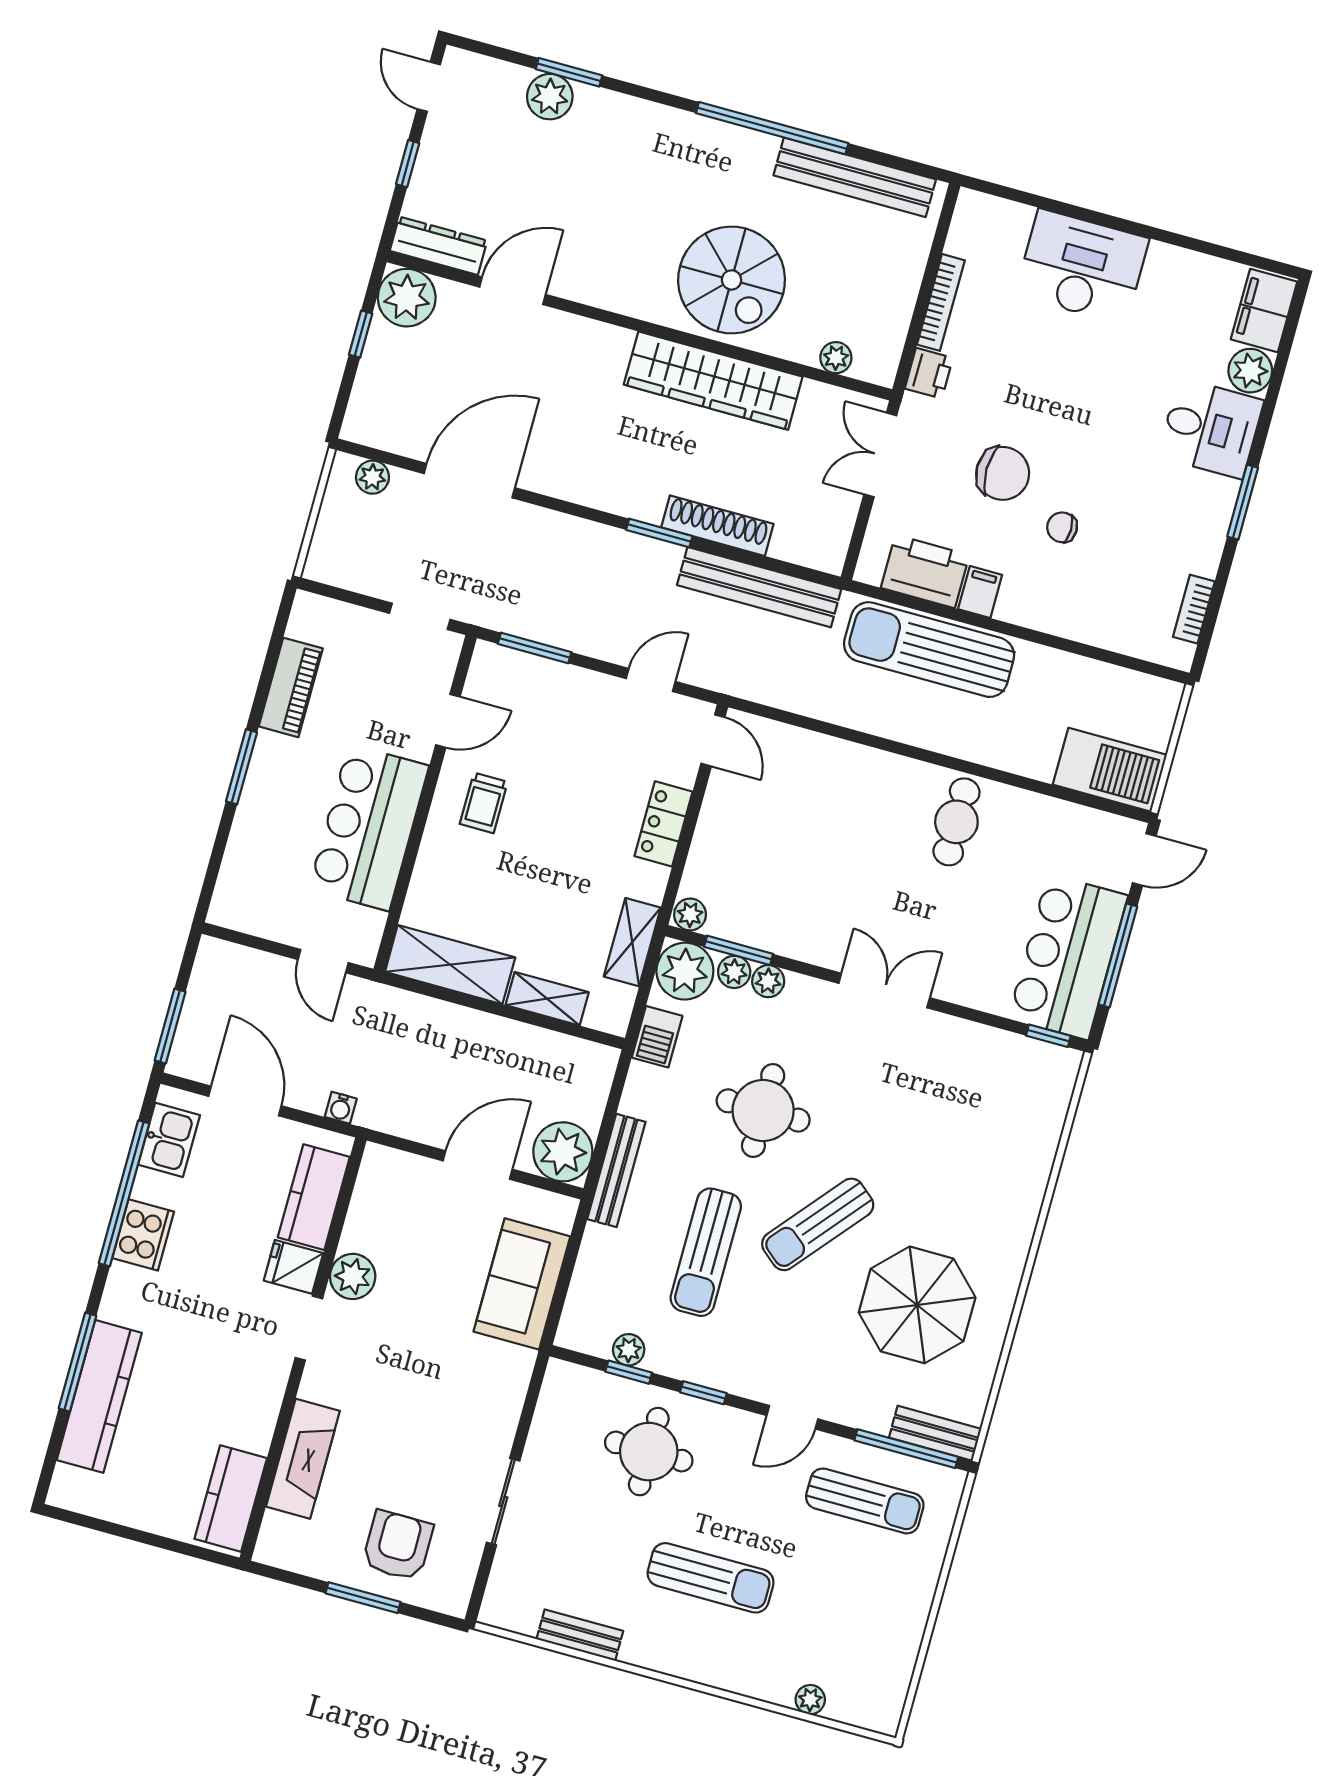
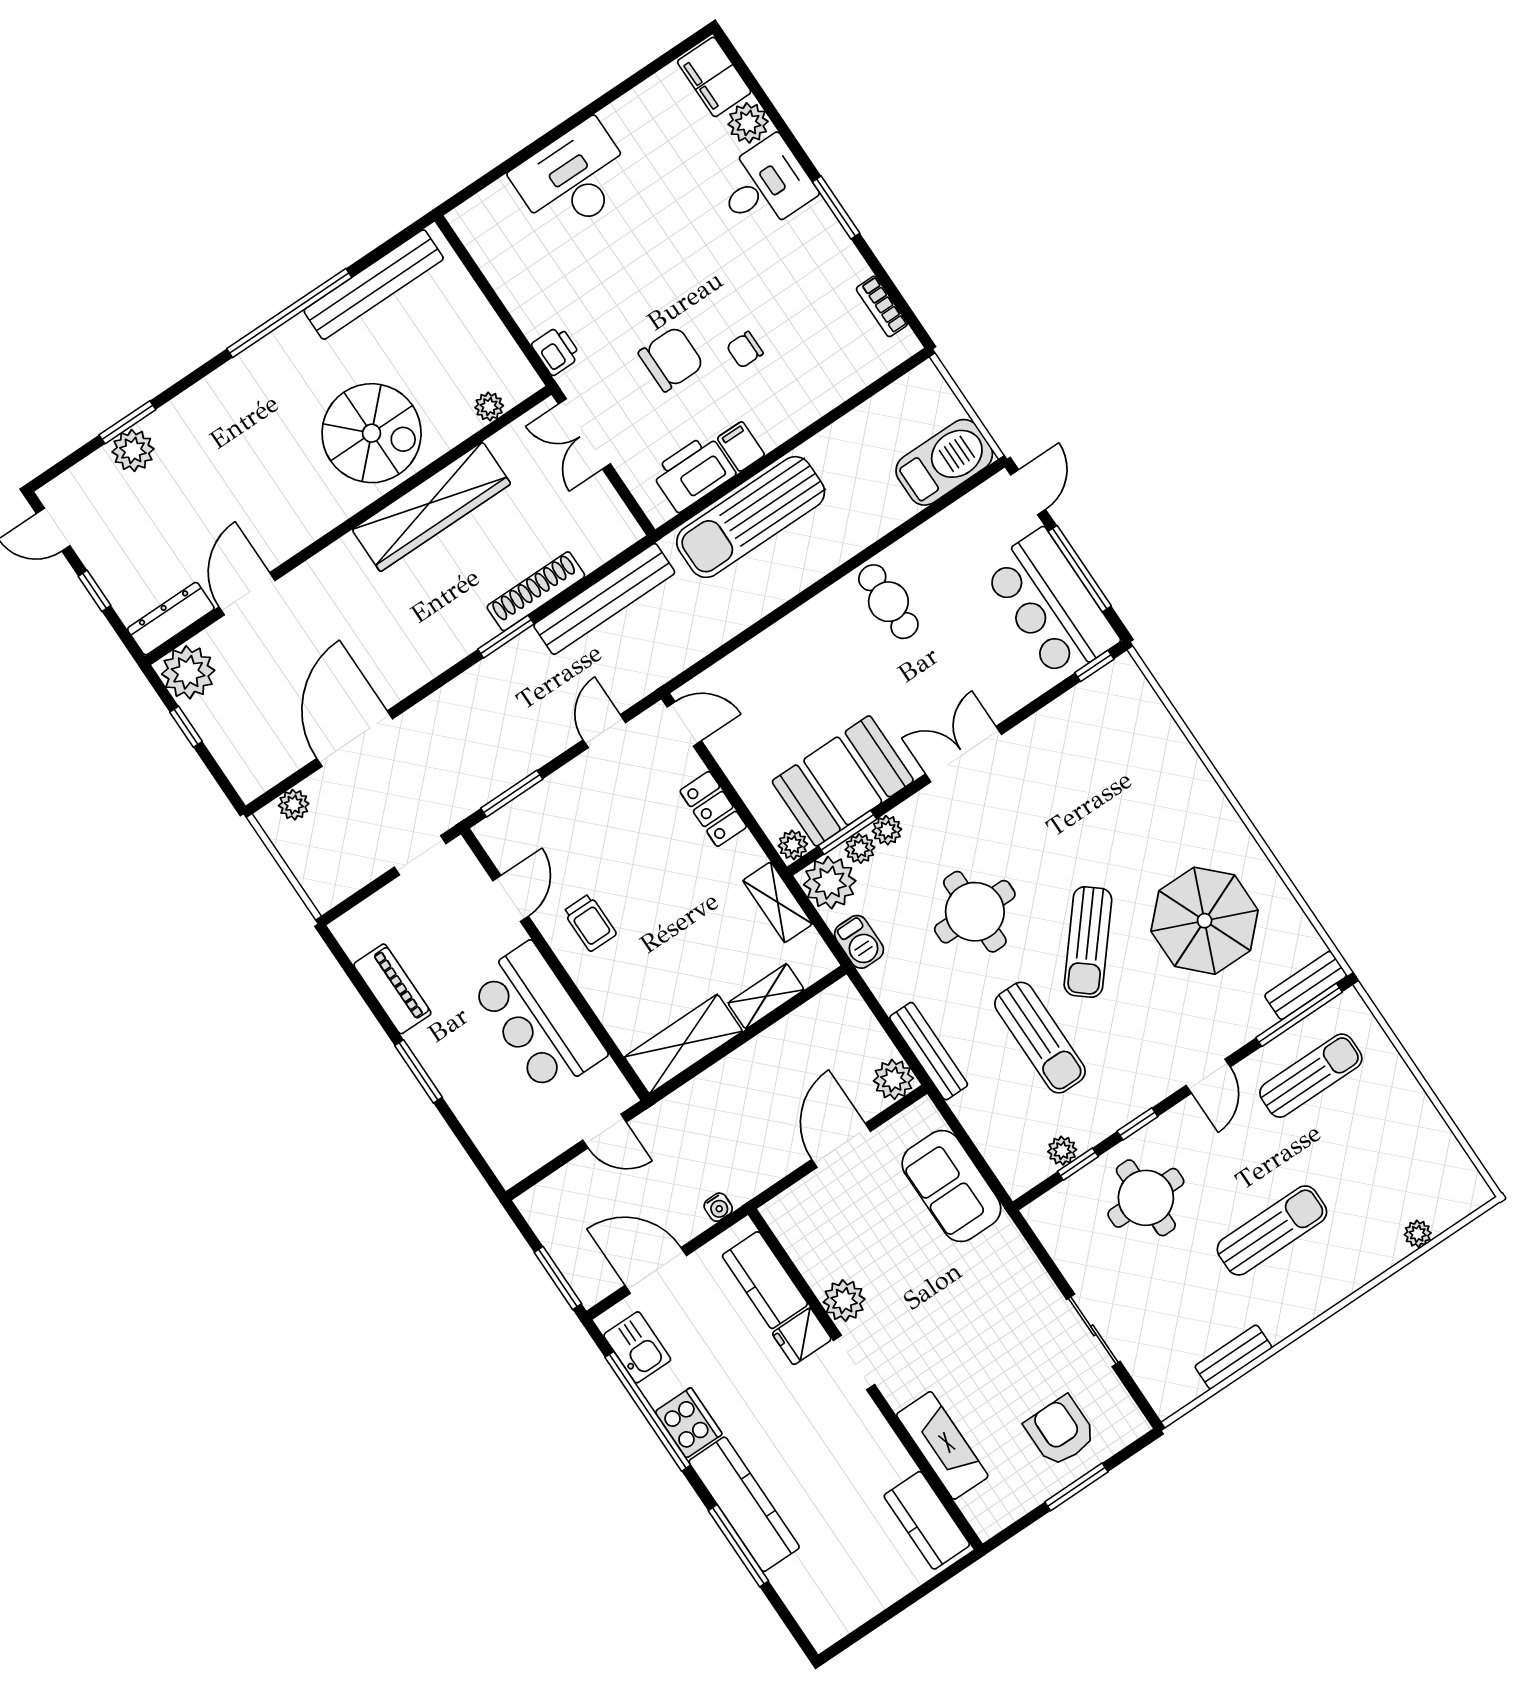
bookcase: (941, 302) -> (514, 299), removed
booth: (777, 910) -> (843, 781), added
plant: (563, 1152) -> (893, 1079), width x0.73, depth x0.73
kitchen counter: (99, 1396) -> (744, 1504), moved

